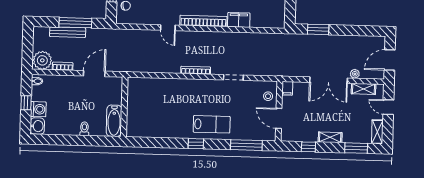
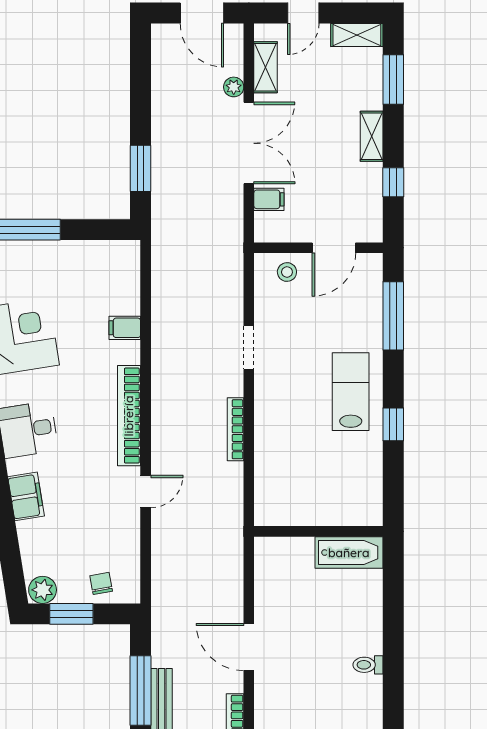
filing cabinet: (239, 20) -> (125, 328), width x0.50
filing cabinet: (287, 88) -> (269, 199), moved
wall: (124, 107) -> (318, 531), moved
bathtub: (114, 121) -> (349, 553), moved

